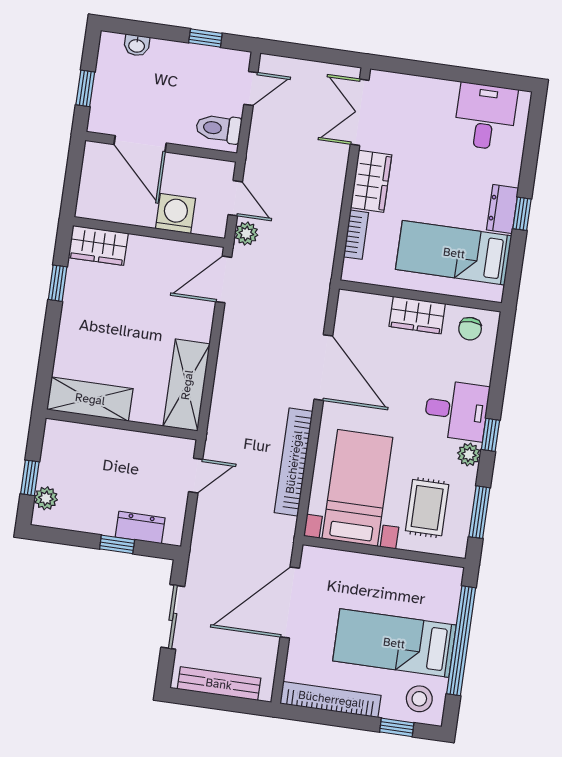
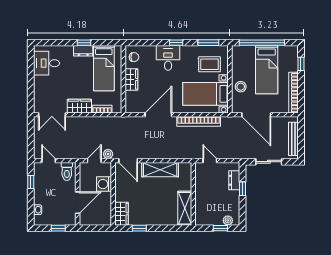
shelving: (187, 385) -> (160, 170), moved
plant: (469, 455) -> (185, 50), removed
stool: (419, 699) -> (241, 87), moved

